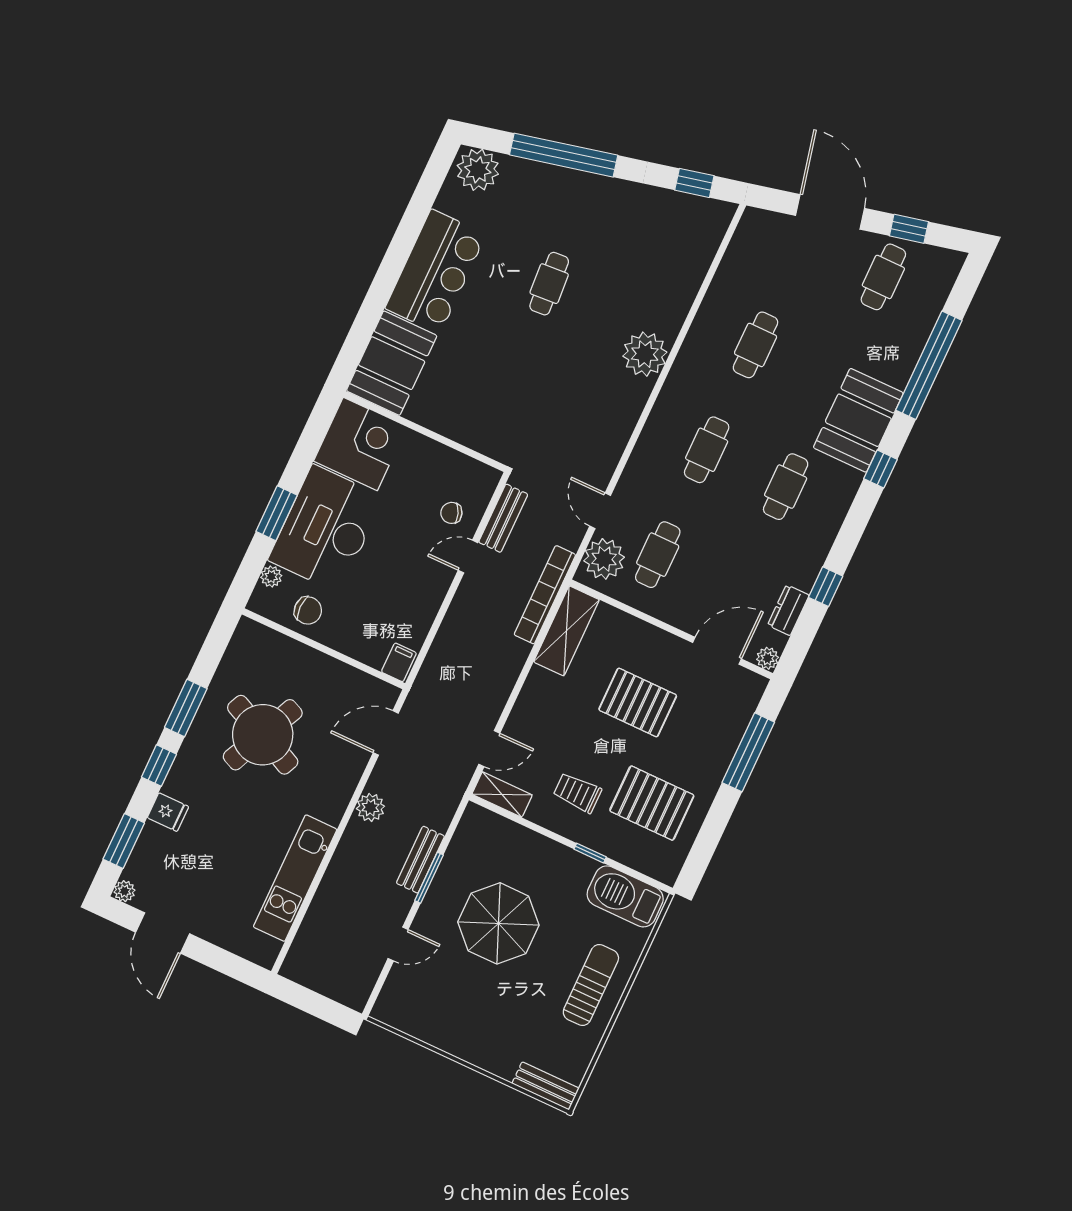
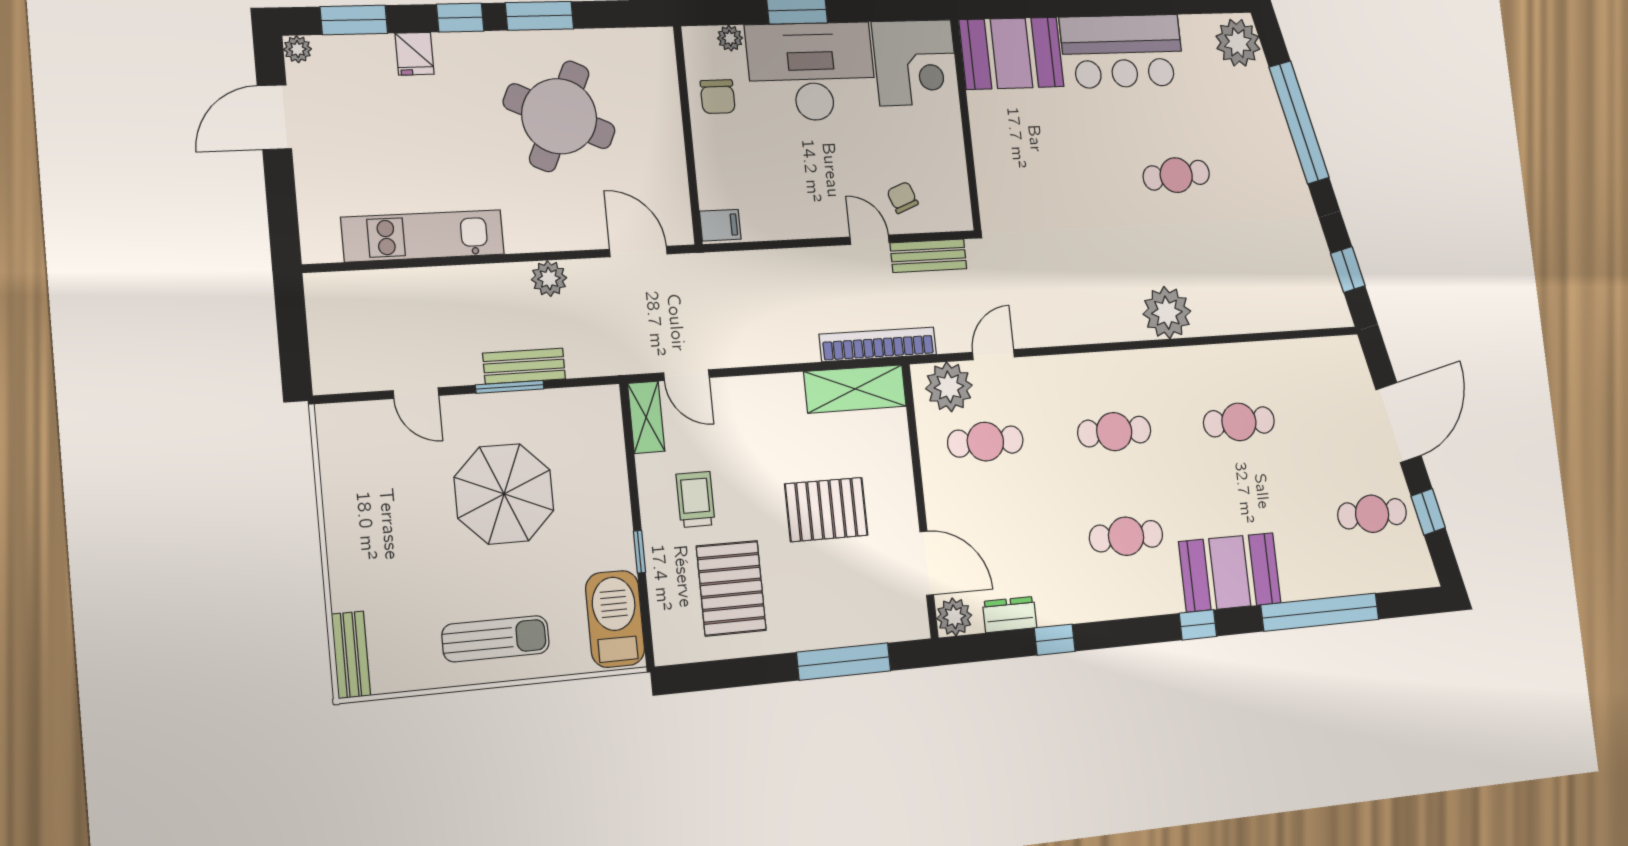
plant: (768, 658) -> (954, 617), width x1.38, depth x1.38
pallet: (638, 703) -> (826, 510), turned 90

